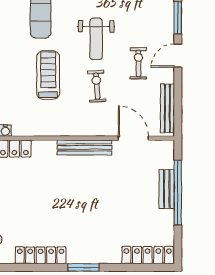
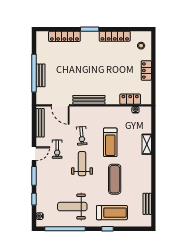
locker: (148, 255) -> (64, 36), moved

